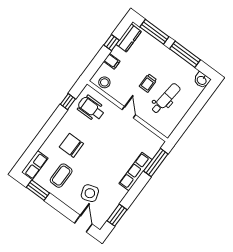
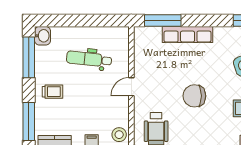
window: (185, 54) -> (29, 57), moved
trolley: (148, 83) -> (52, 92), moved
chair: (71, 145) -> (194, 96), moved, turned 90

